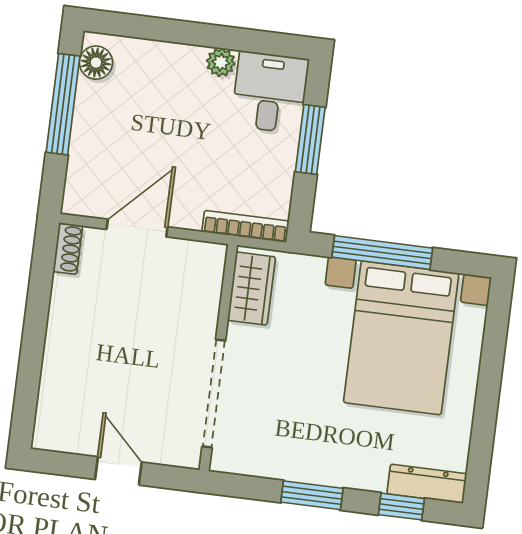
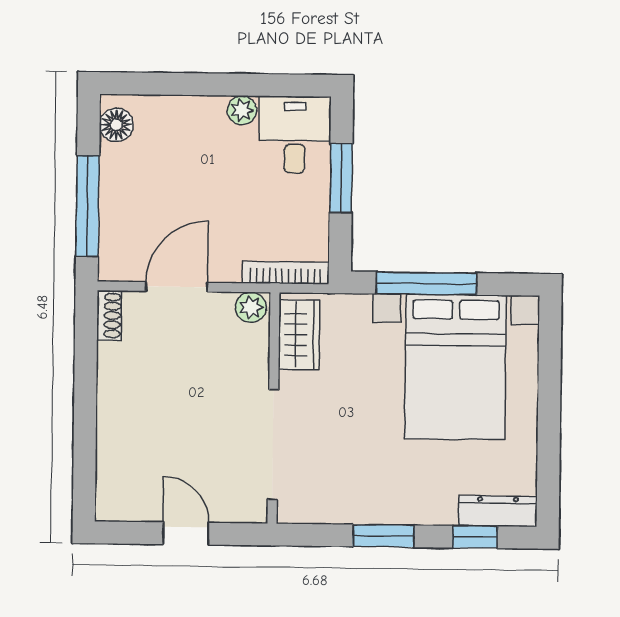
window: (63, 104) -> (88, 206), moved
plant: (207, 257) -> (251, 307), added

